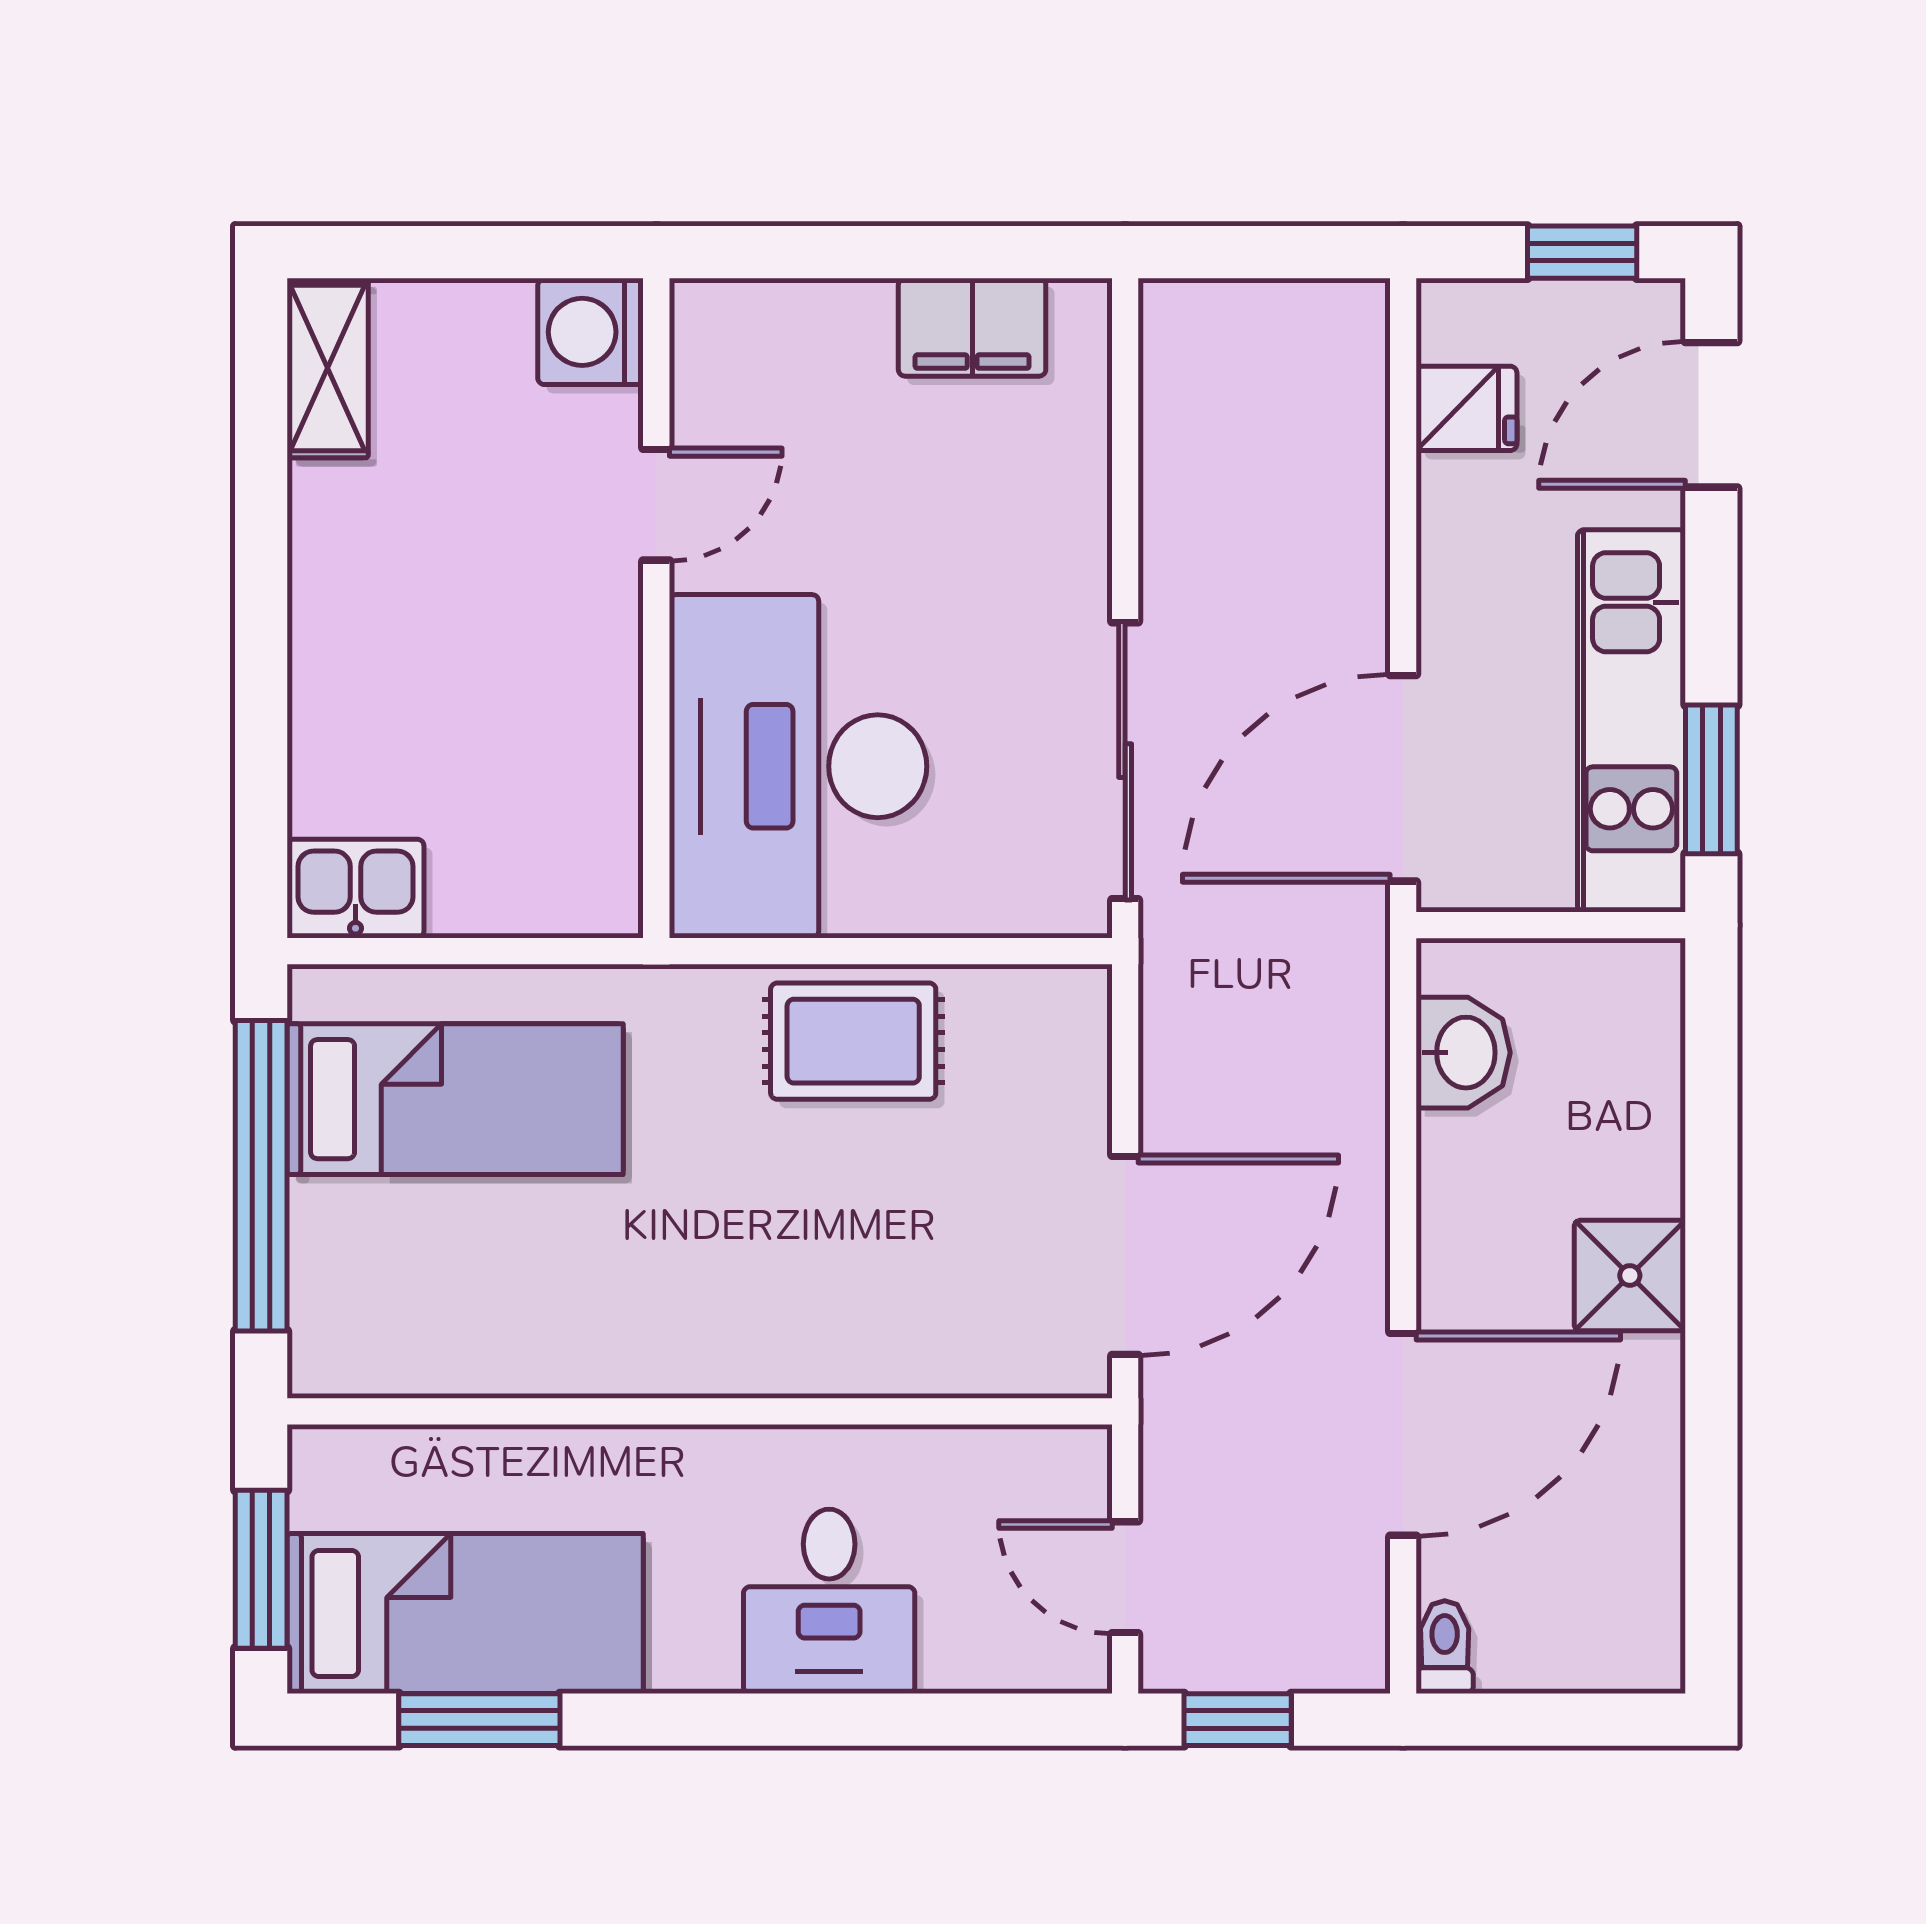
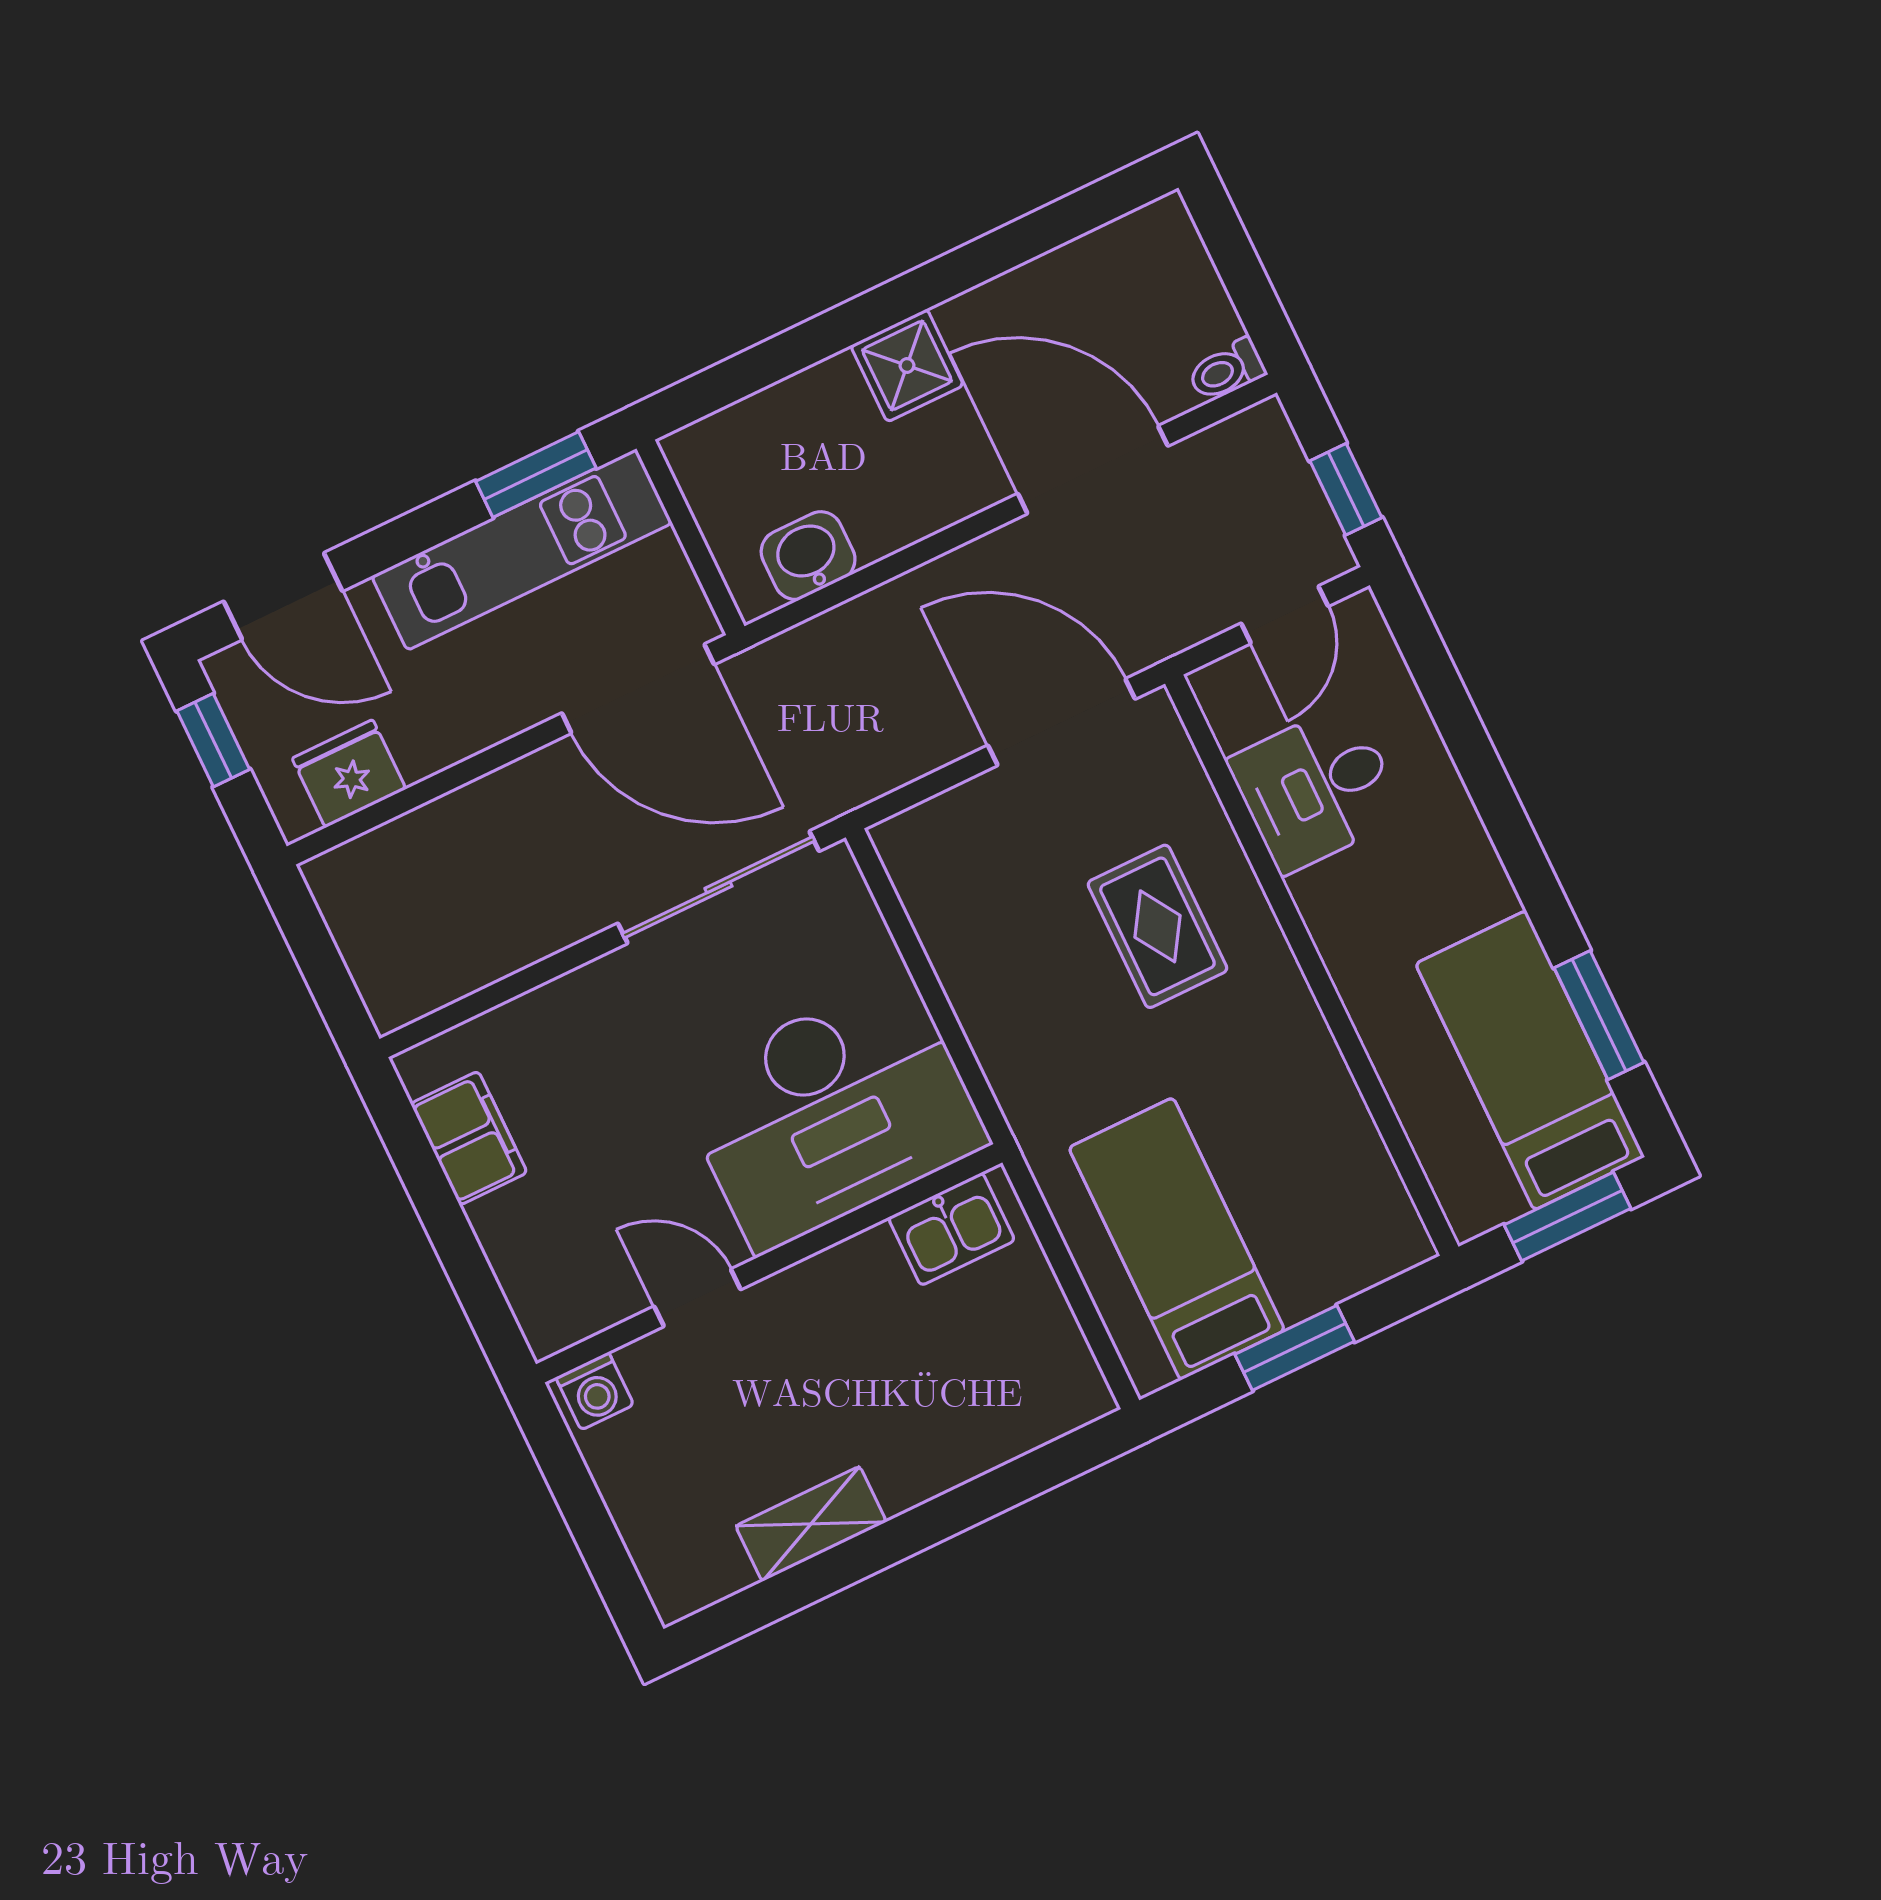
washing machine: (591, 332) -> (595, 1391), width x0.73, depth x0.73
shelving: (328, 368) -> (811, 1524), moved
fridge: (1466, 408) -> (349, 774), width x1.38
kitchen sink: (355, 889) -> (951, 1229), moved, turned -90
rug: (853, 1041) -> (1157, 926), moved
window: (261, 1176) -> (1295, 1348), width x0.47
desk: (829, 1601) -> (1316, 788), moved, turned 180

